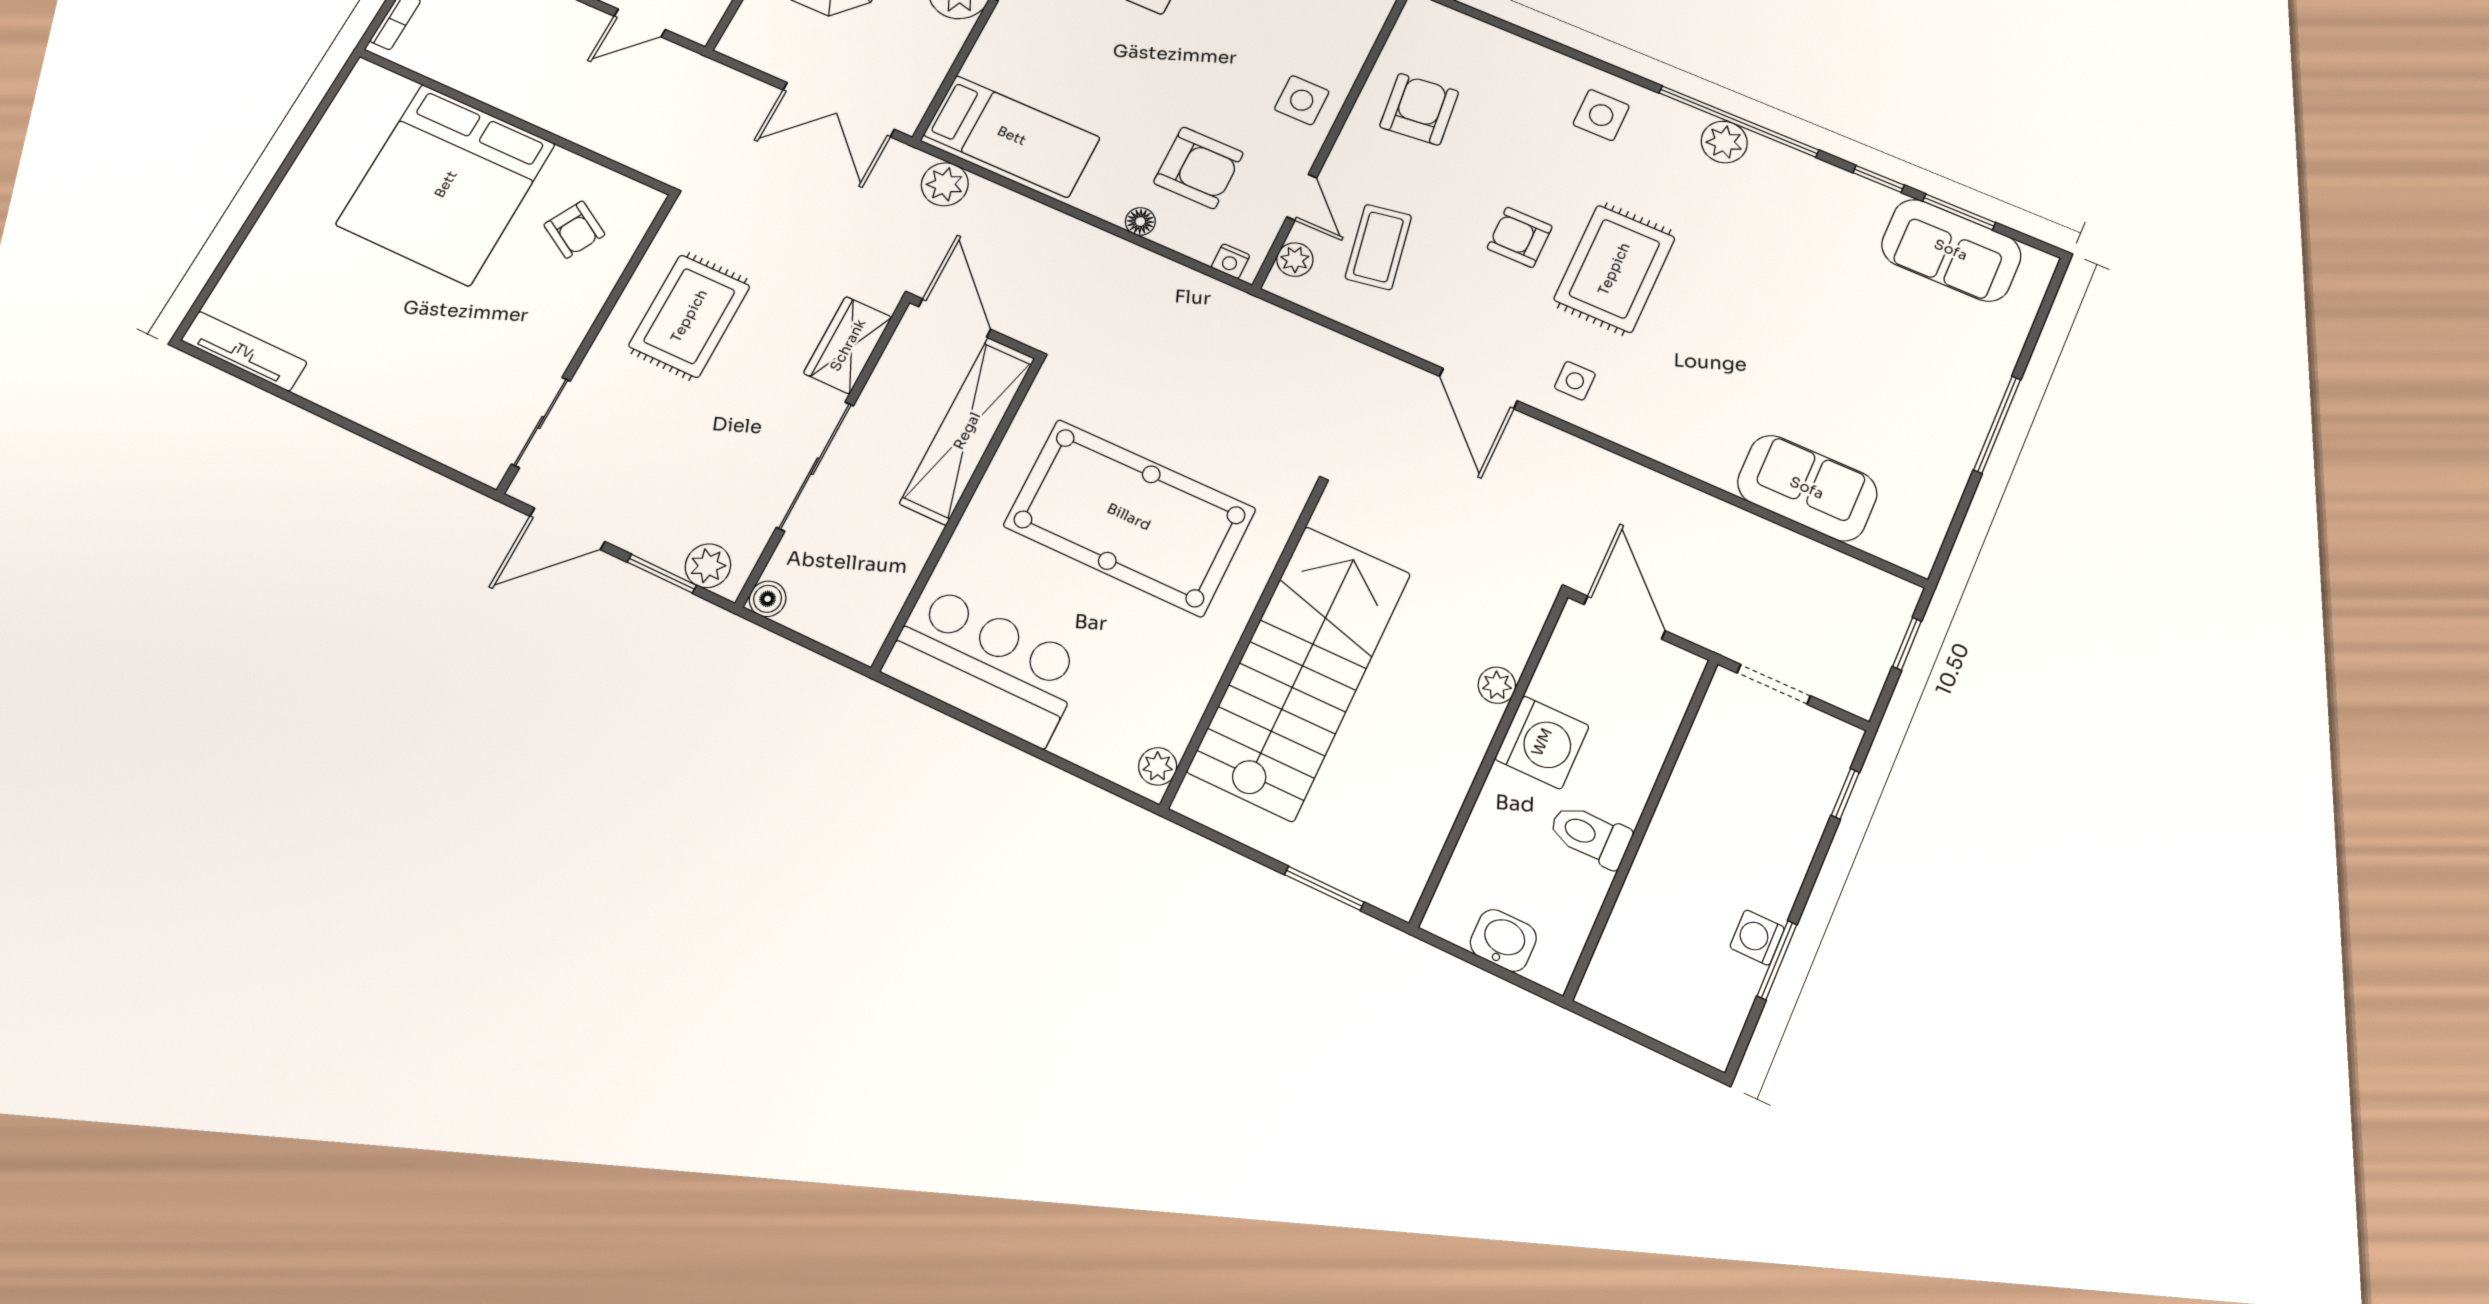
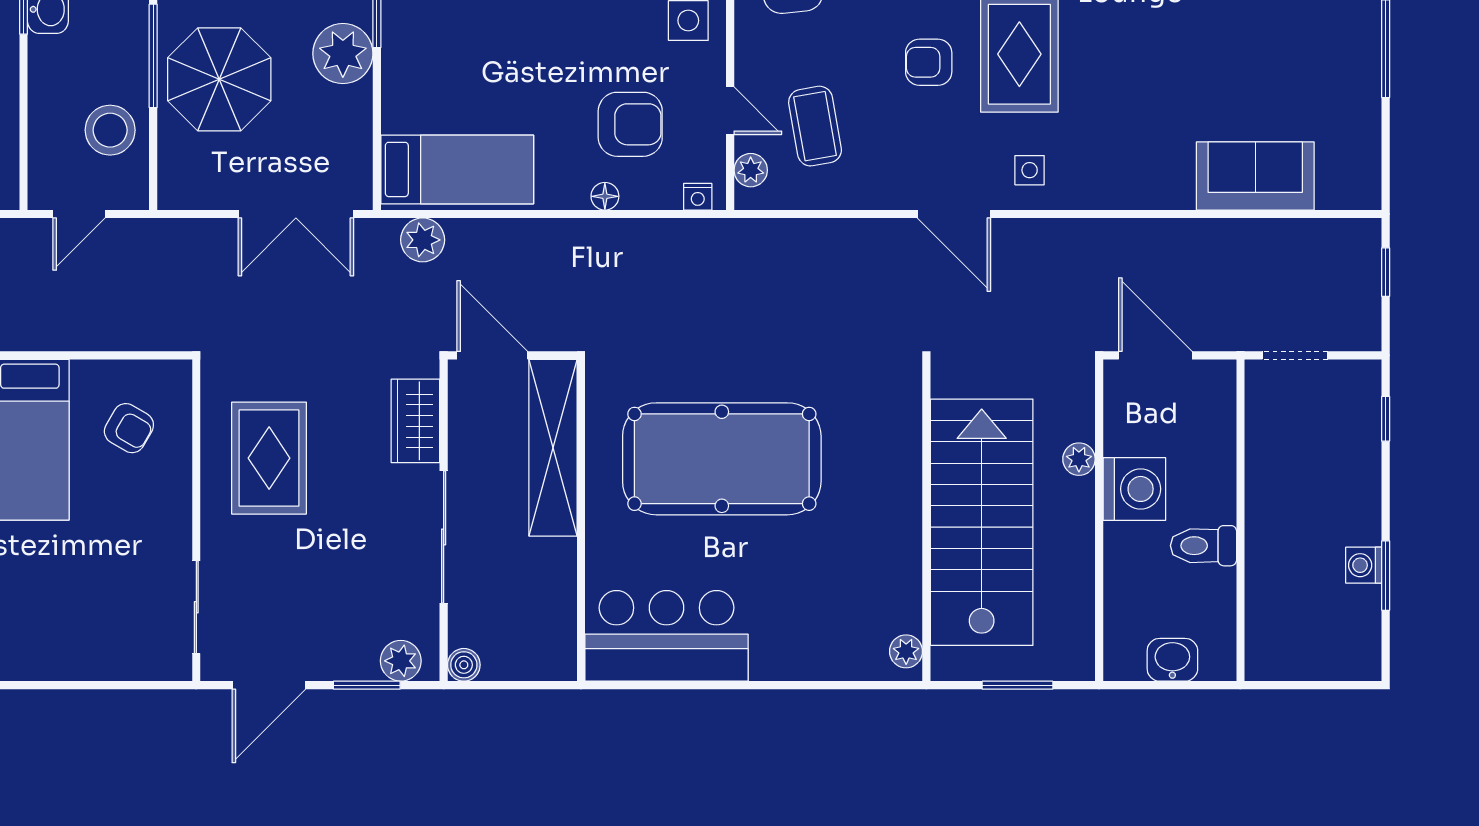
wall: (1243, 644) -> (926, 520), moved
stairs: (1300, 672) -> (982, 522), moved
plant: (1158, 766) -> (906, 651), moved

